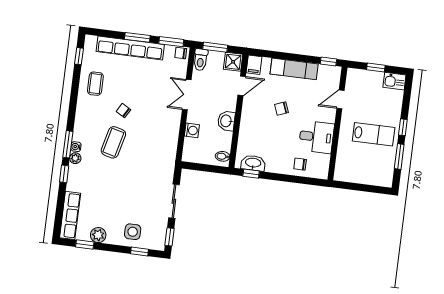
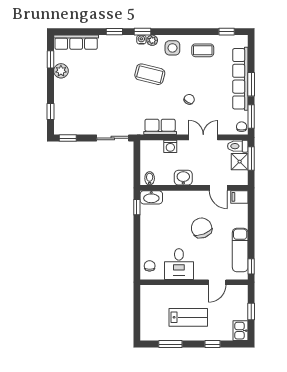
shower: (233, 62) -> (240, 162), moved
exam couch: (294, 69) -> (240, 250), moved
door: (341, 99) -> (217, 282), swing flipped
chair: (282, 108) -> (202, 228), width x1.87, depth x1.87
chair: (123, 111) -> (189, 99), moved
window: (403, 127) -> (213, 344), moved
lab bench: (374, 134) -> (188, 317), turned -90
row of seats: (170, 139) -> (160, 127), added
window: (68, 144) -> (143, 32), width x0.67
plant: (75, 158) -> (152, 40), moved
washbasin: (253, 163) -> (151, 197), moved, turned 90
chair: (300, 164) -> (150, 266), moved
sliding door: (174, 201) -> (113, 138), moved
side table: (133, 232) -> (172, 48), moved

